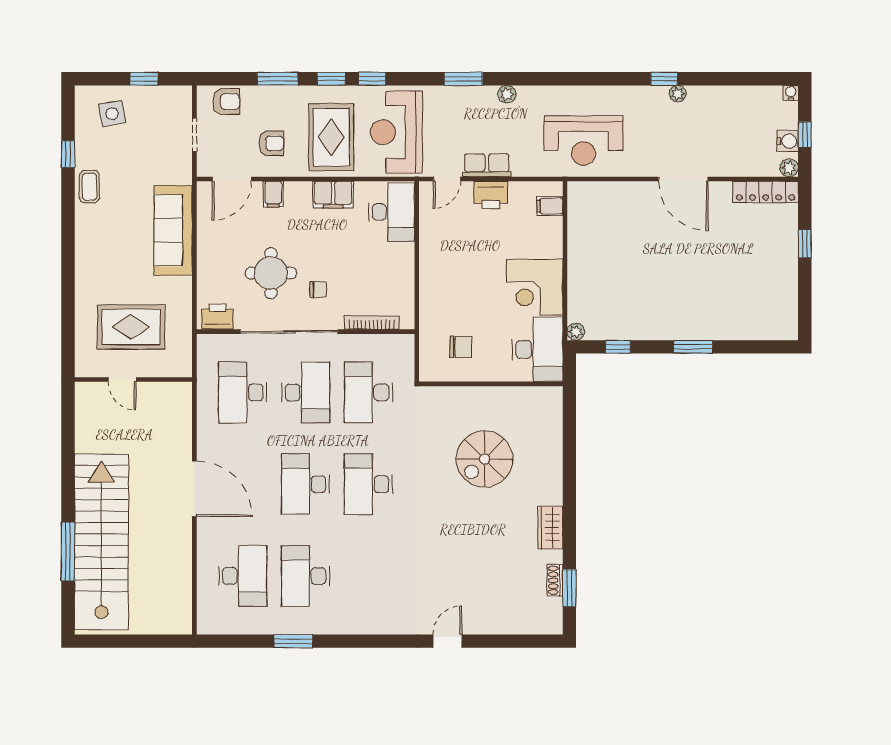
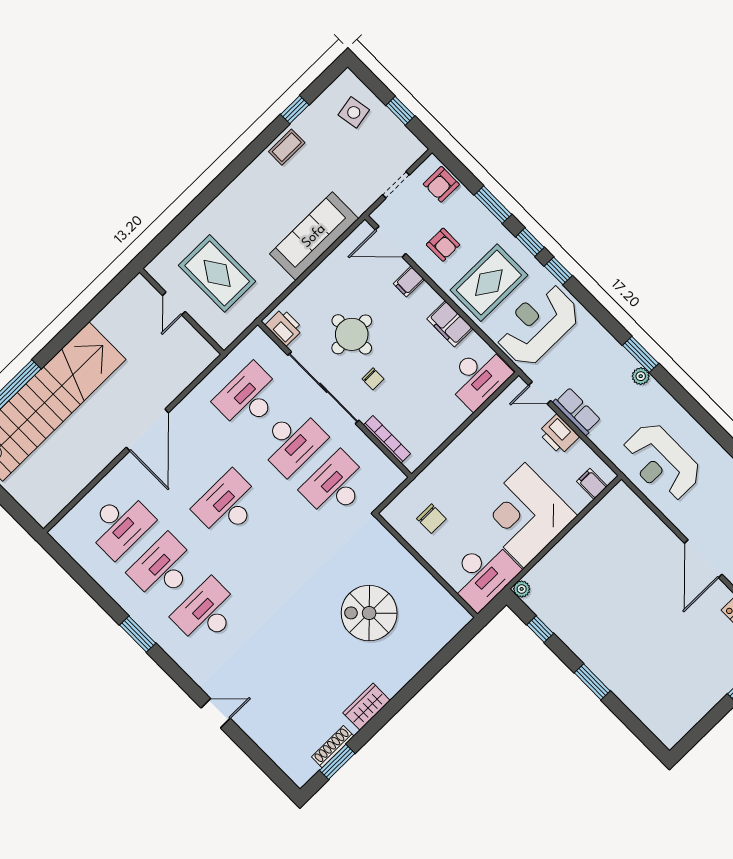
window: (463, 79) -> (641, 354), moved
armchair: (226, 102) -> (441, 184), turned 90
corner desk: (535, 287) -> (525, 515), width x1.36, depth x1.36
desk: (368, 484) -> (207, 612), moved
shoe rack: (555, 580) -> (333, 747), width x1.43
window: (293, 641) -> (138, 634), moved

